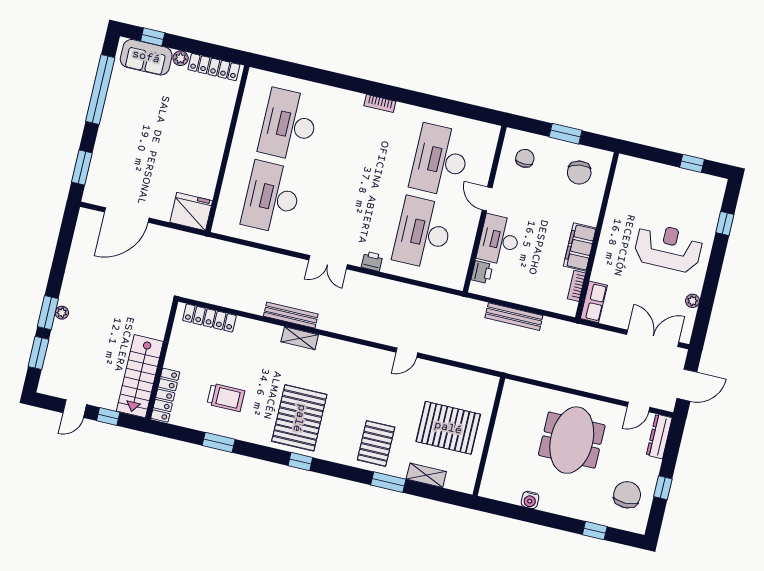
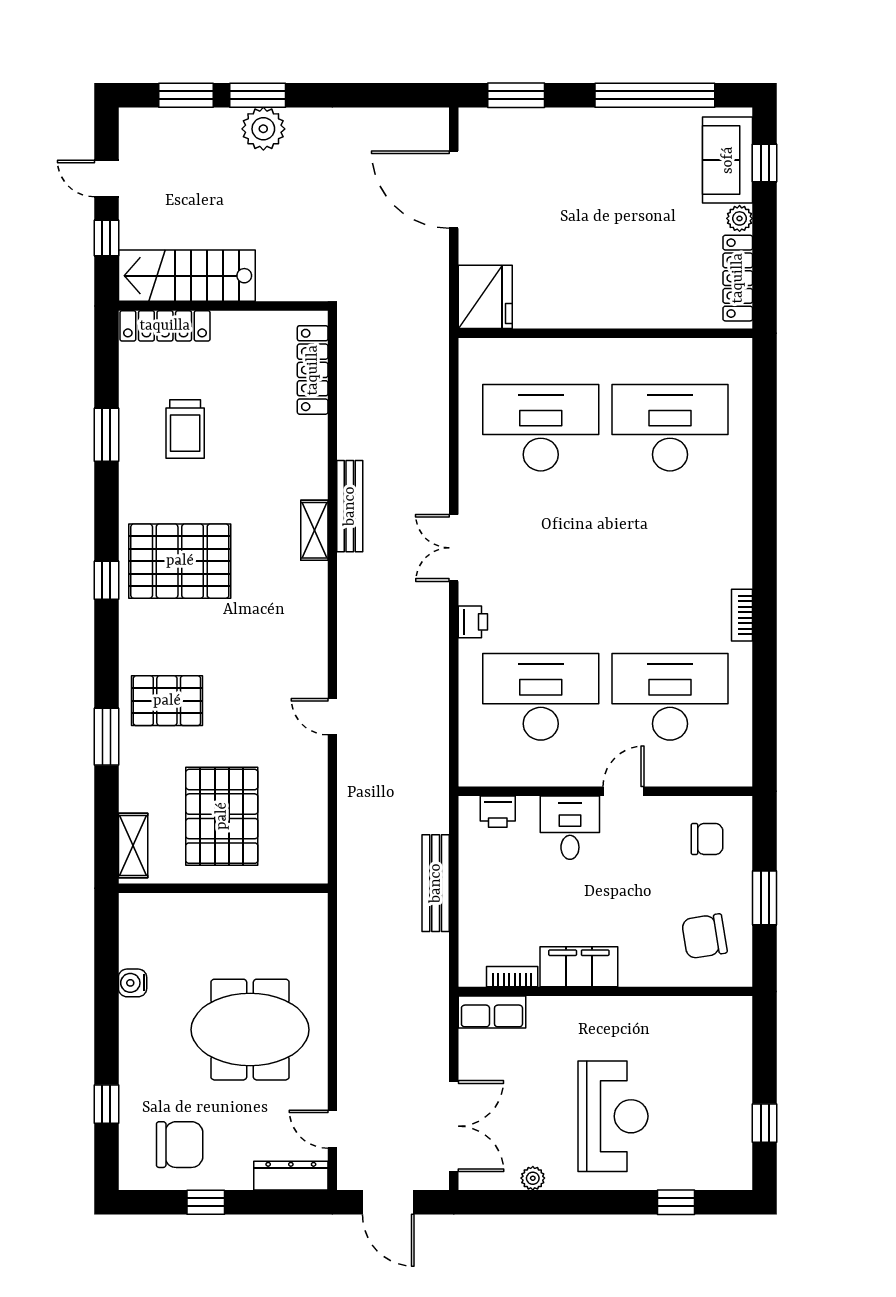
bookcase: (380, 103) -> (742, 615), moved
desk: (499, 240) -> (570, 828), width x0.73
plant: (62, 313) -> (263, 129), width x1.88, depth x1.88
shelving: (426, 475) -> (133, 846), moved

